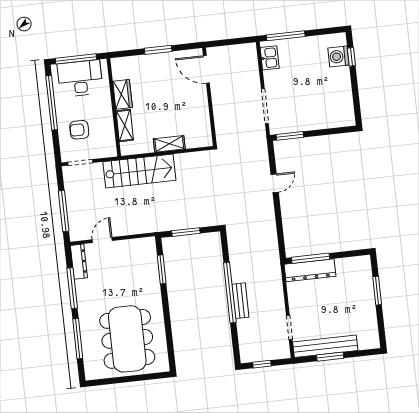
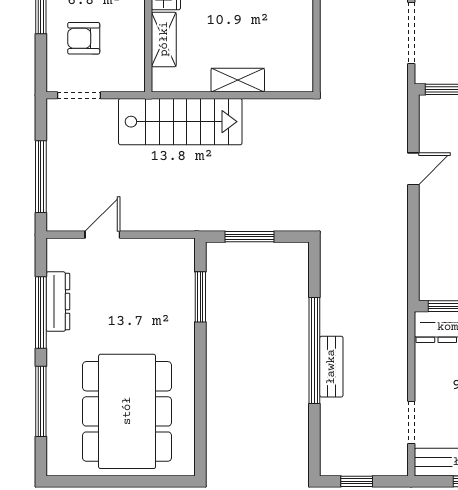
dresser: (79, 262) -> (58, 302), moved

